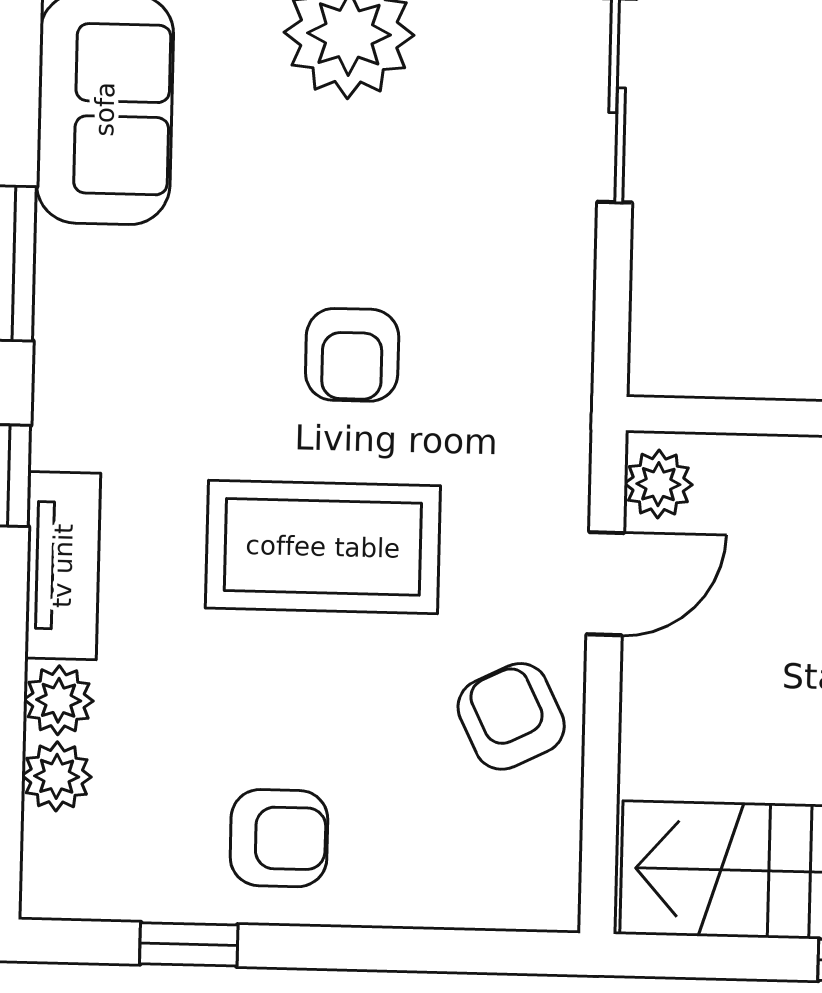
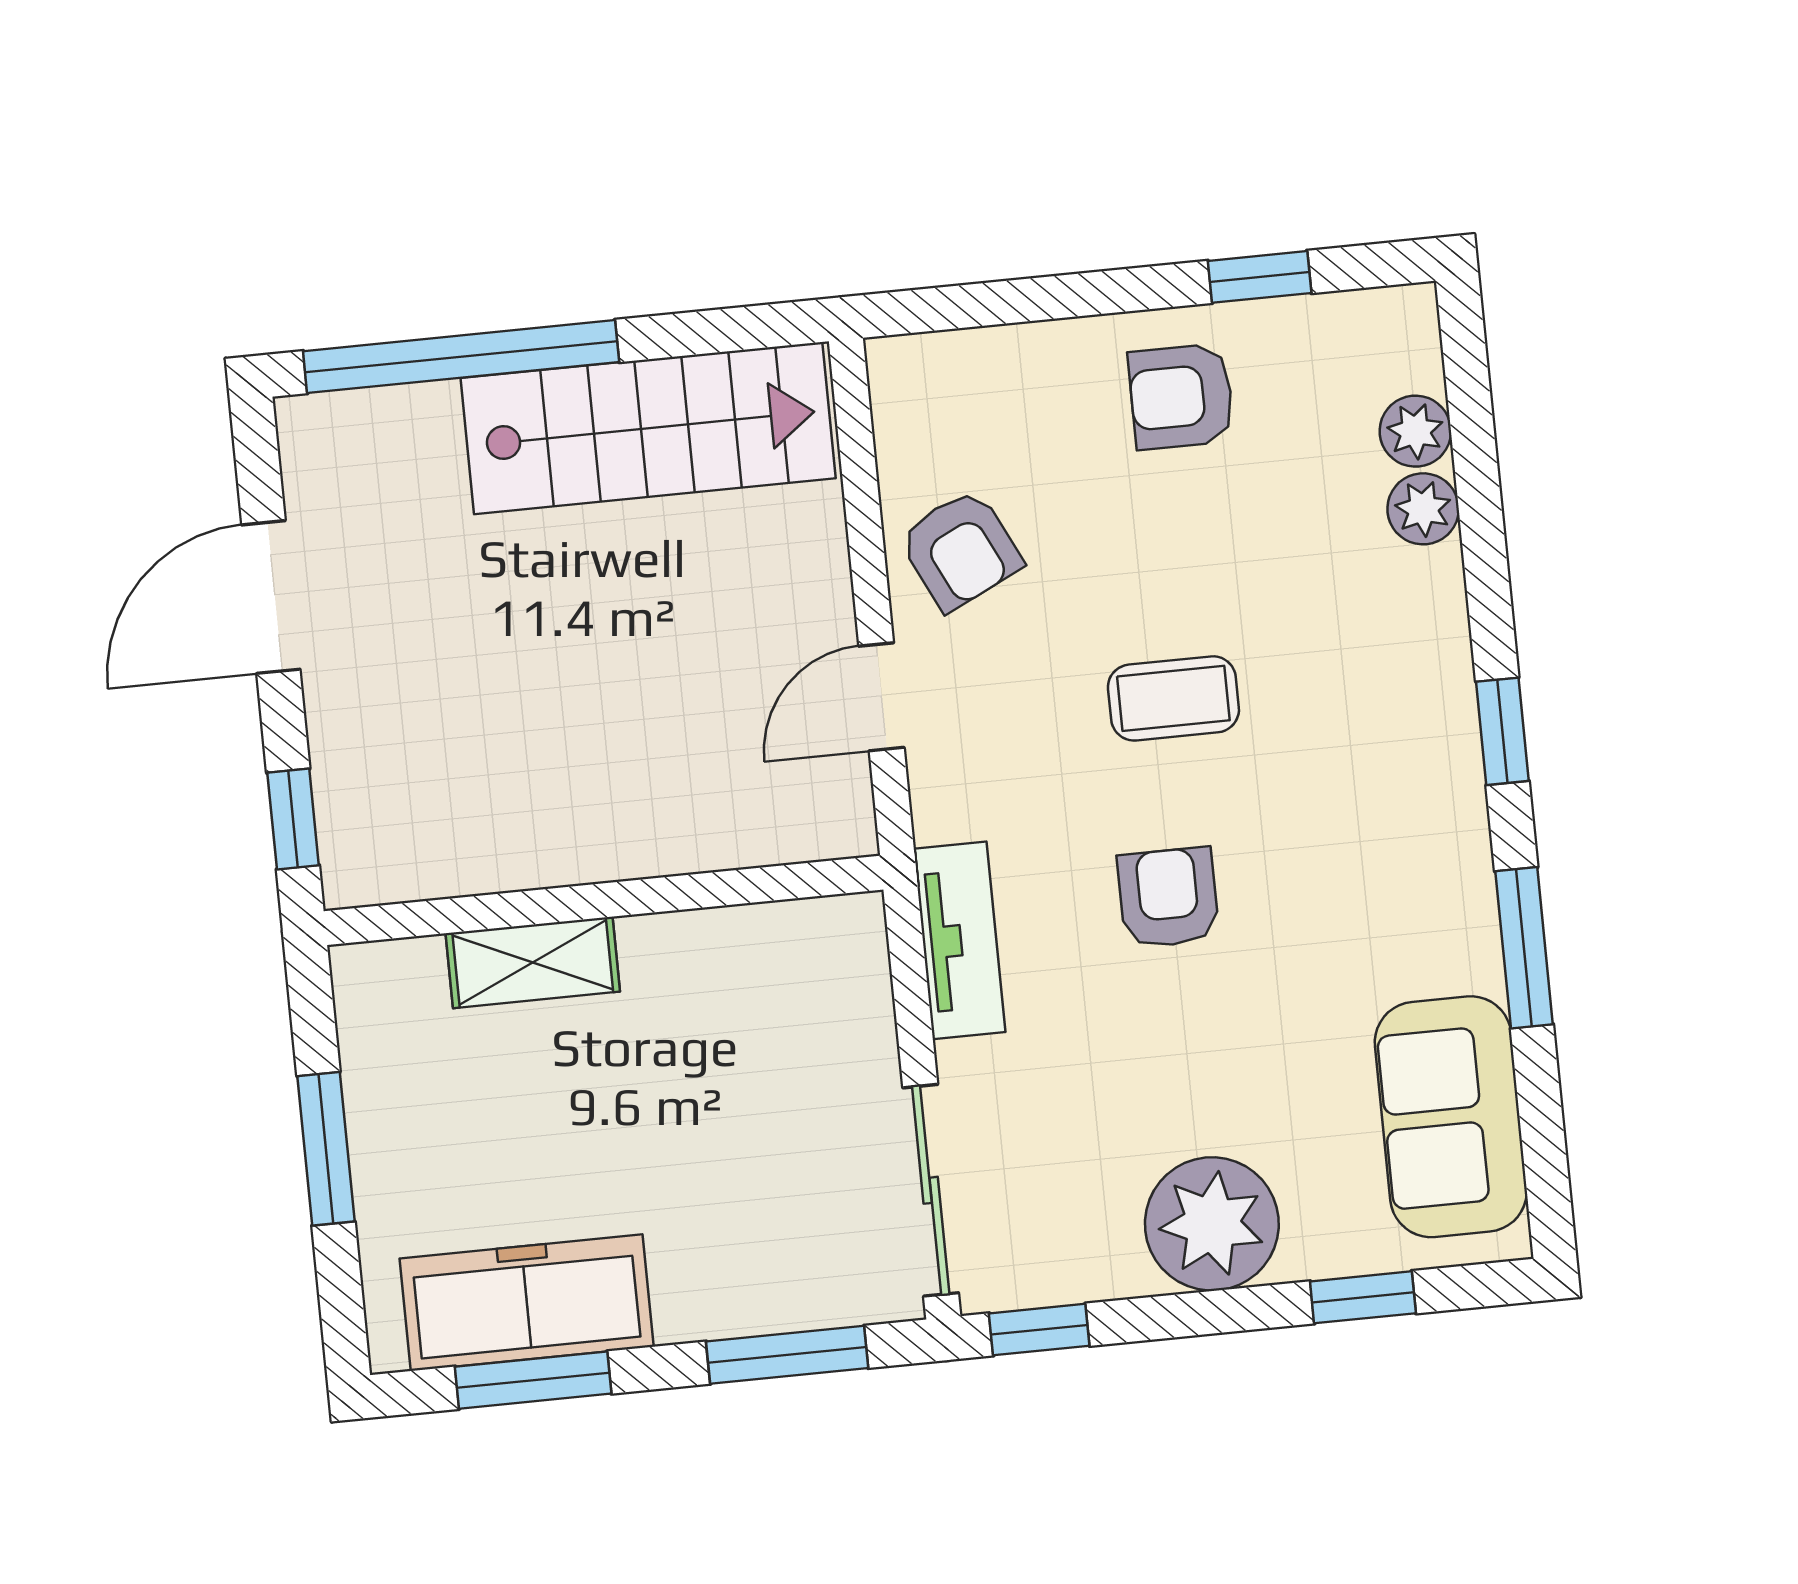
plant: (658, 484) -> (840, 805), removed
coffee table: (323, 547) -> (1173, 698), width x0.54, depth x0.58
tv unit: (63, 566) -> (960, 940), moved, turned 180

